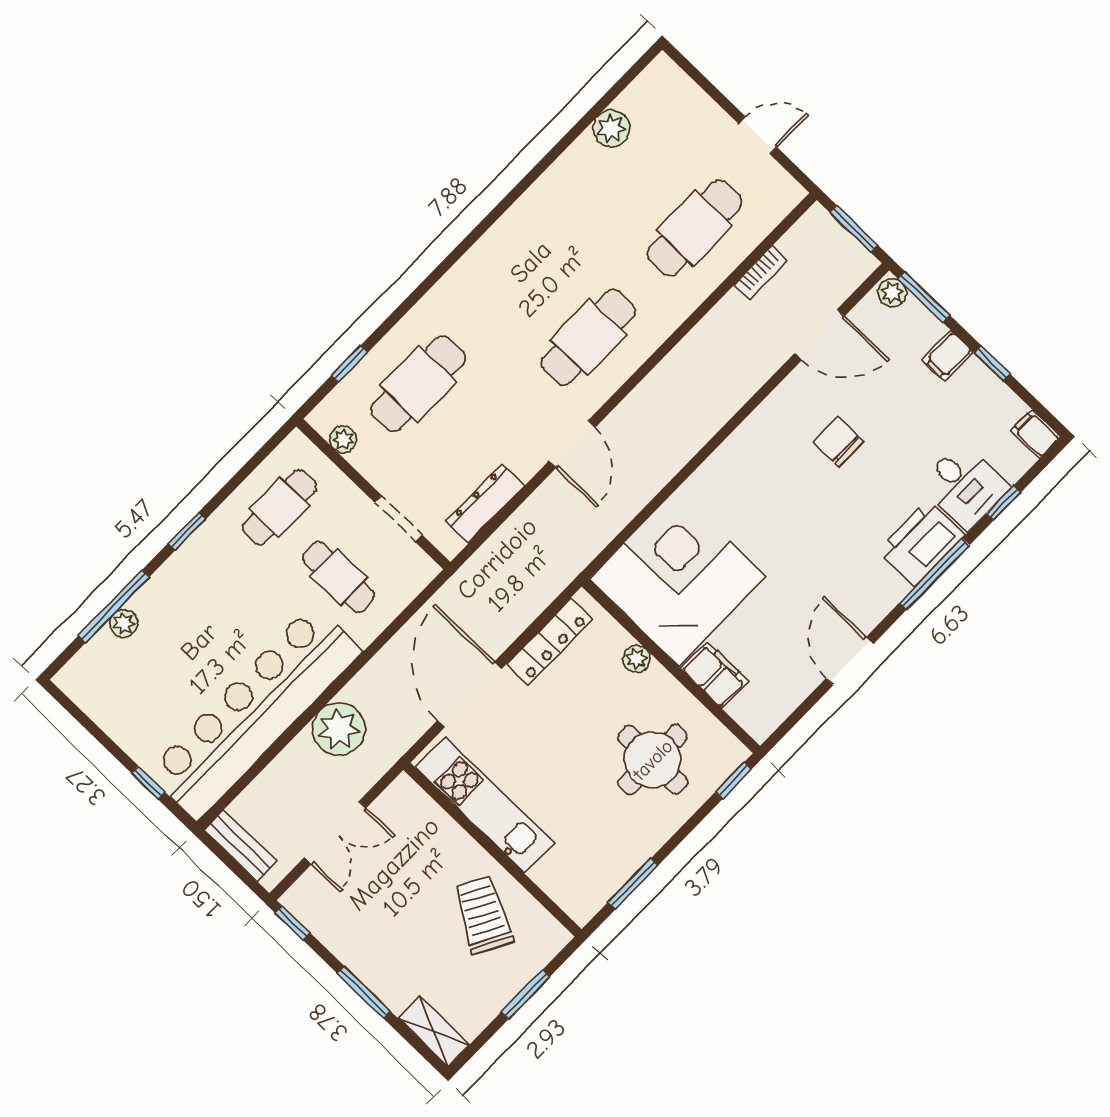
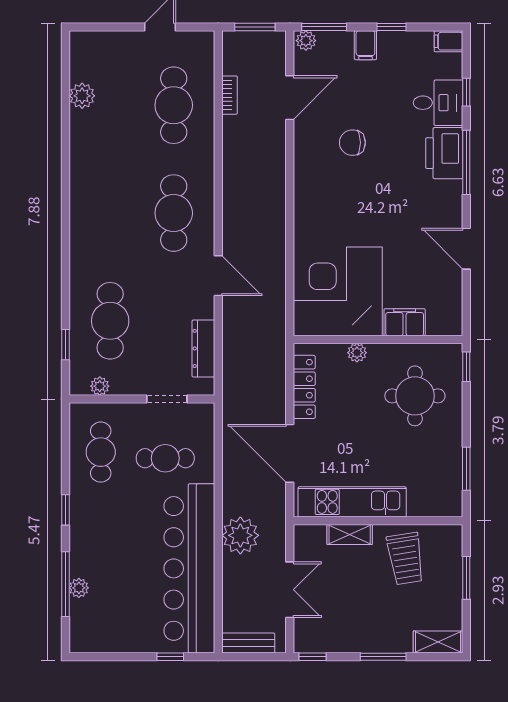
shelving: (450, 835) -> (350, 534), added
trolley: (483, 915) -> (406, 559), turned -128

